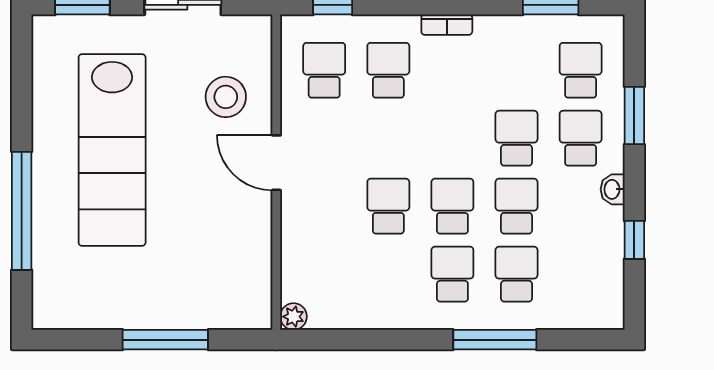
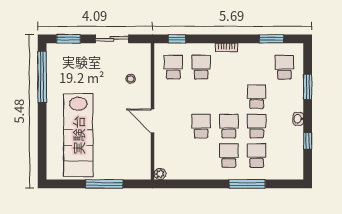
stool: (226, 97) -> (131, 79), width x0.53, depth x0.53
school desk: (581, 138) -> (284, 97), removed
lab bench: (112, 150) -> (78, 135), moved
door: (276, 163) -> (153, 121), moved
window: (22, 211) -> (42, 77), moved

